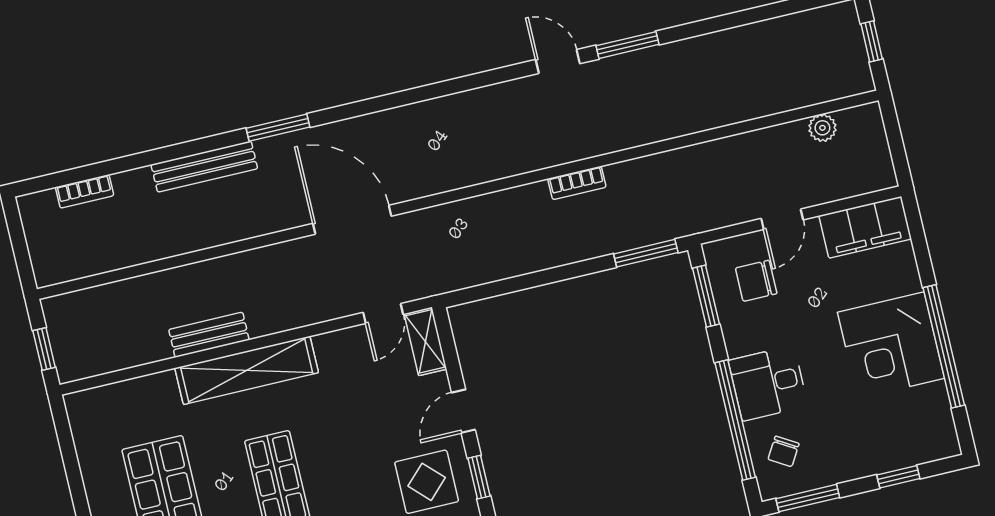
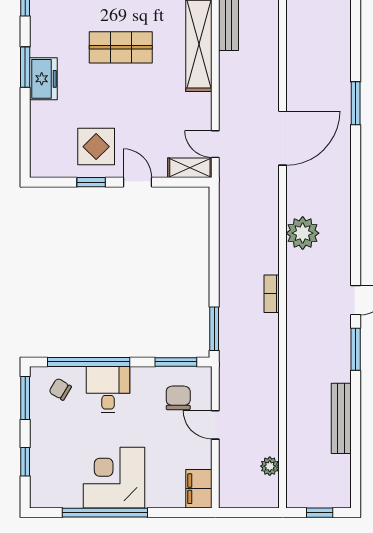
plant: (480, 159) -> (303, 233), added
bench: (204, 167) -> (341, 418), moved
filing cabinet: (865, 227) -> (199, 489), width x0.67, depth x0.86

